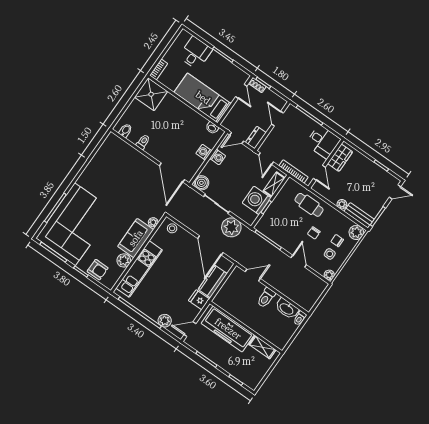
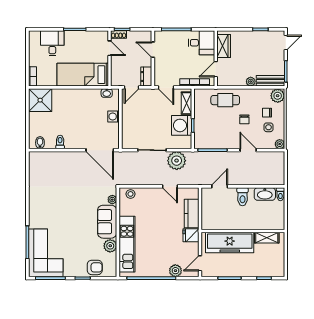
washing machine: (218, 157) -> (127, 113), removed
door: (319, 173) -> (216, 69), swing flipped
boiler: (201, 183) -> (129, 142), removed
corner sofa: (75, 224) -> (46, 253), width x0.73, depth x0.74
door: (210, 245) -> (170, 186), width x0.53

